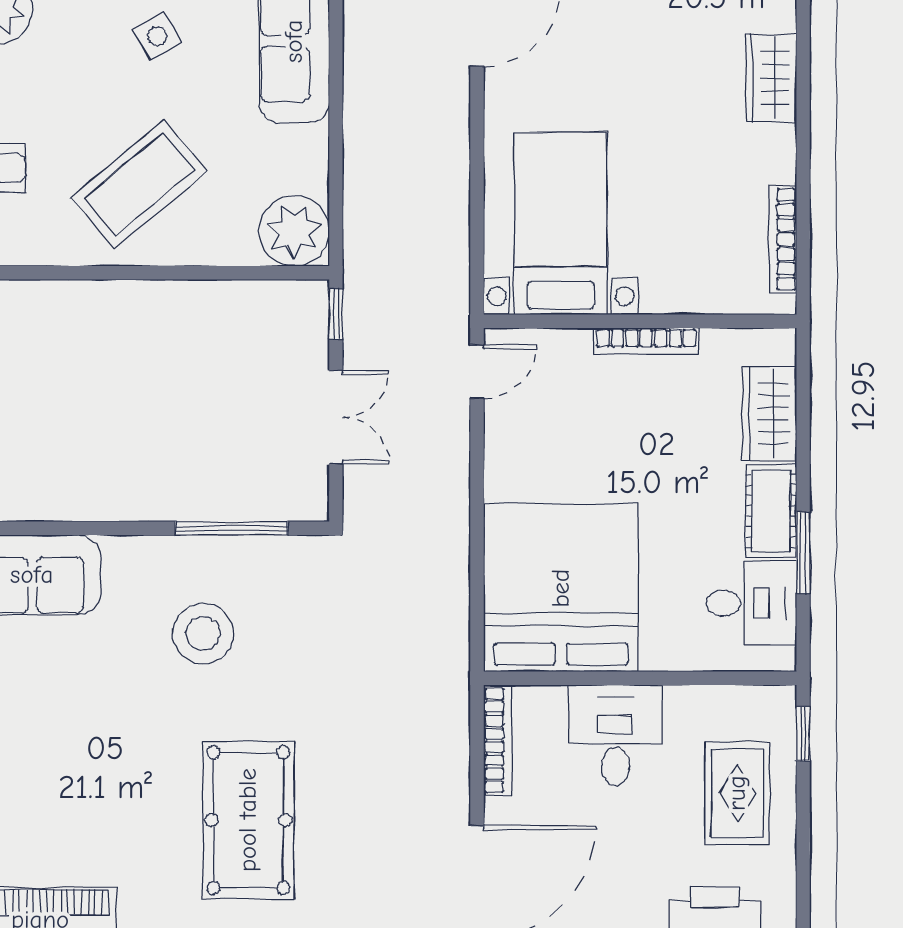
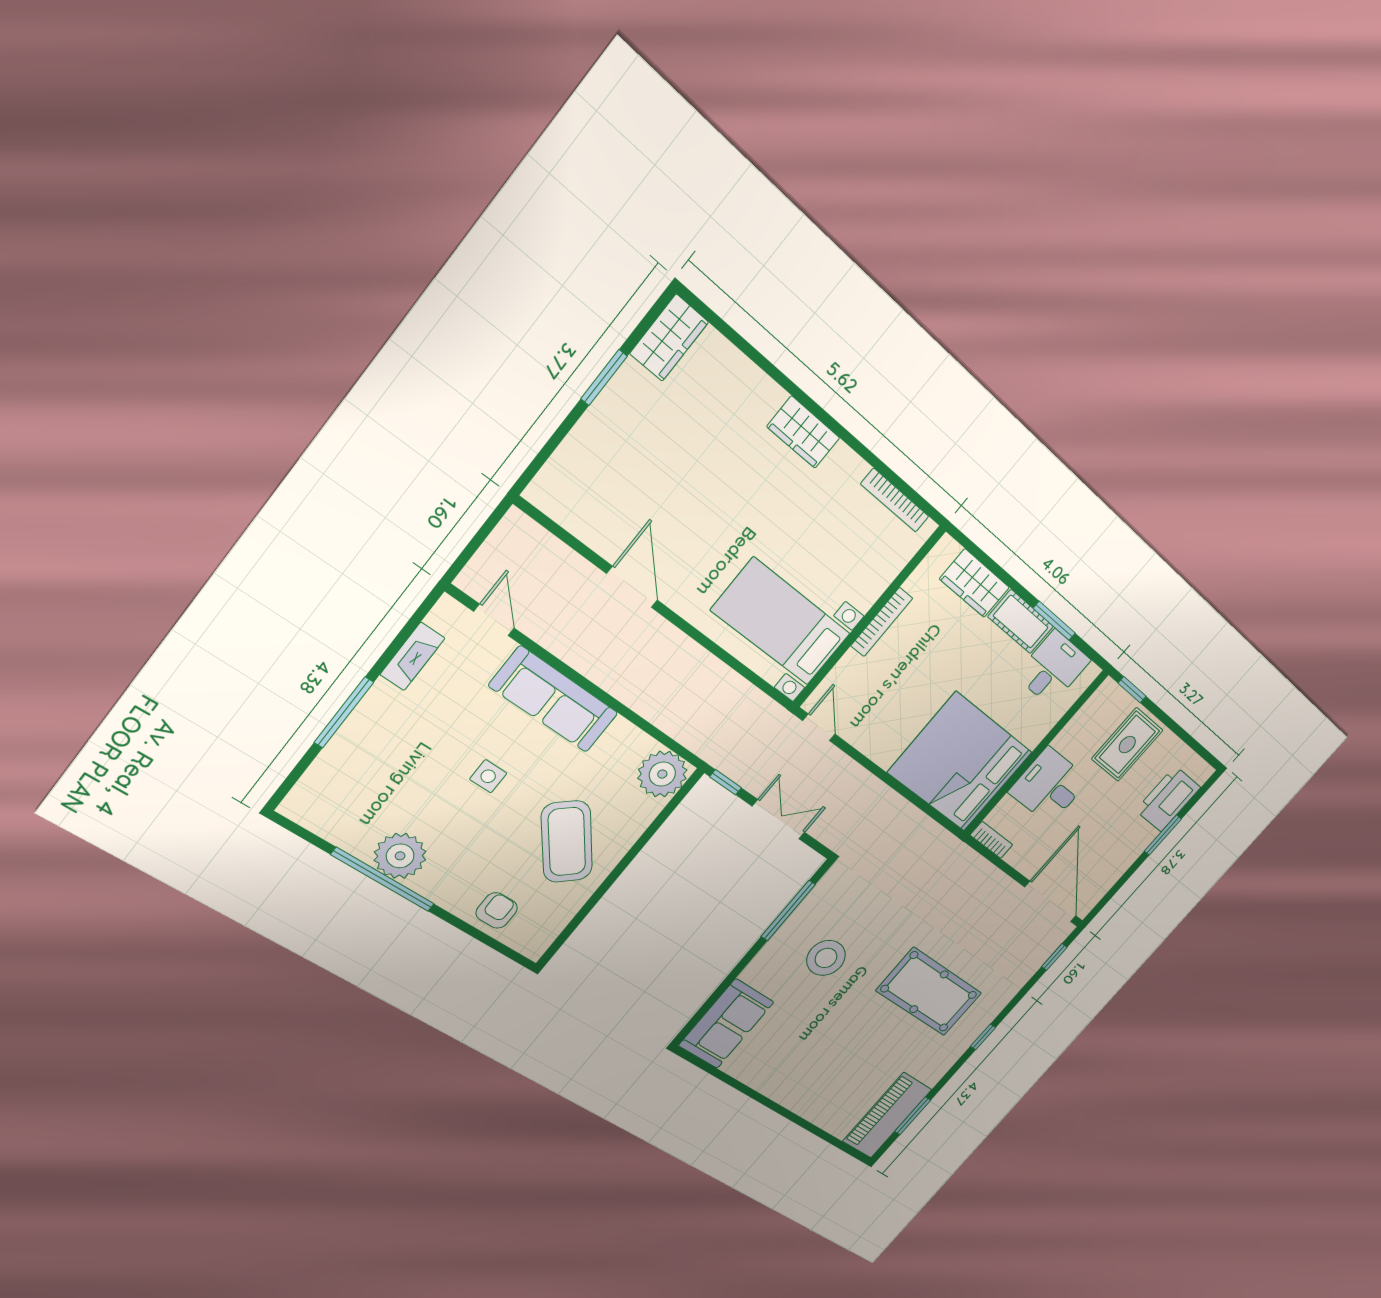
side table: (157, 36) -> (488, 776), turned 30
bookcase: (498, 740) -> (991, 840), width x0.64
rug: (737, 793) -> (1127, 745), turned 90

